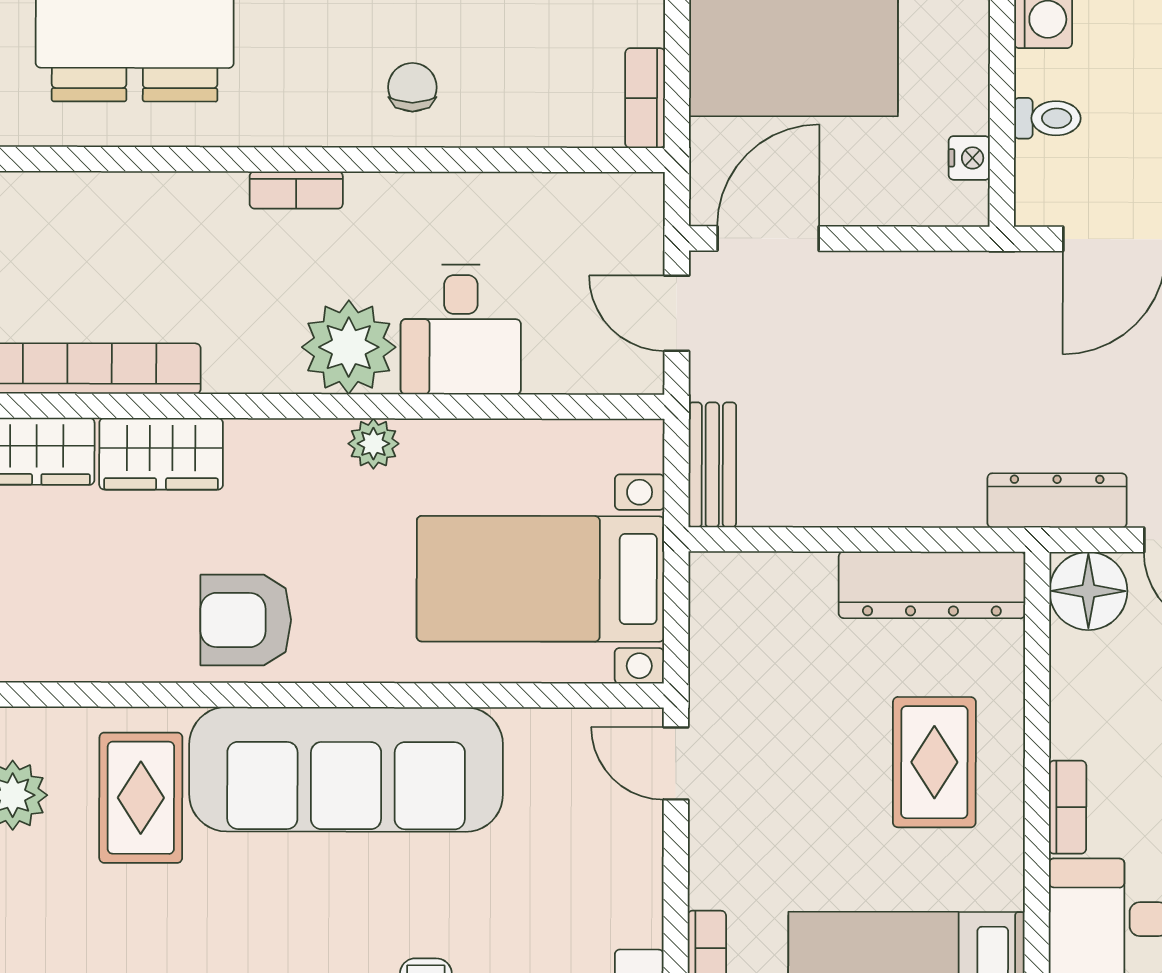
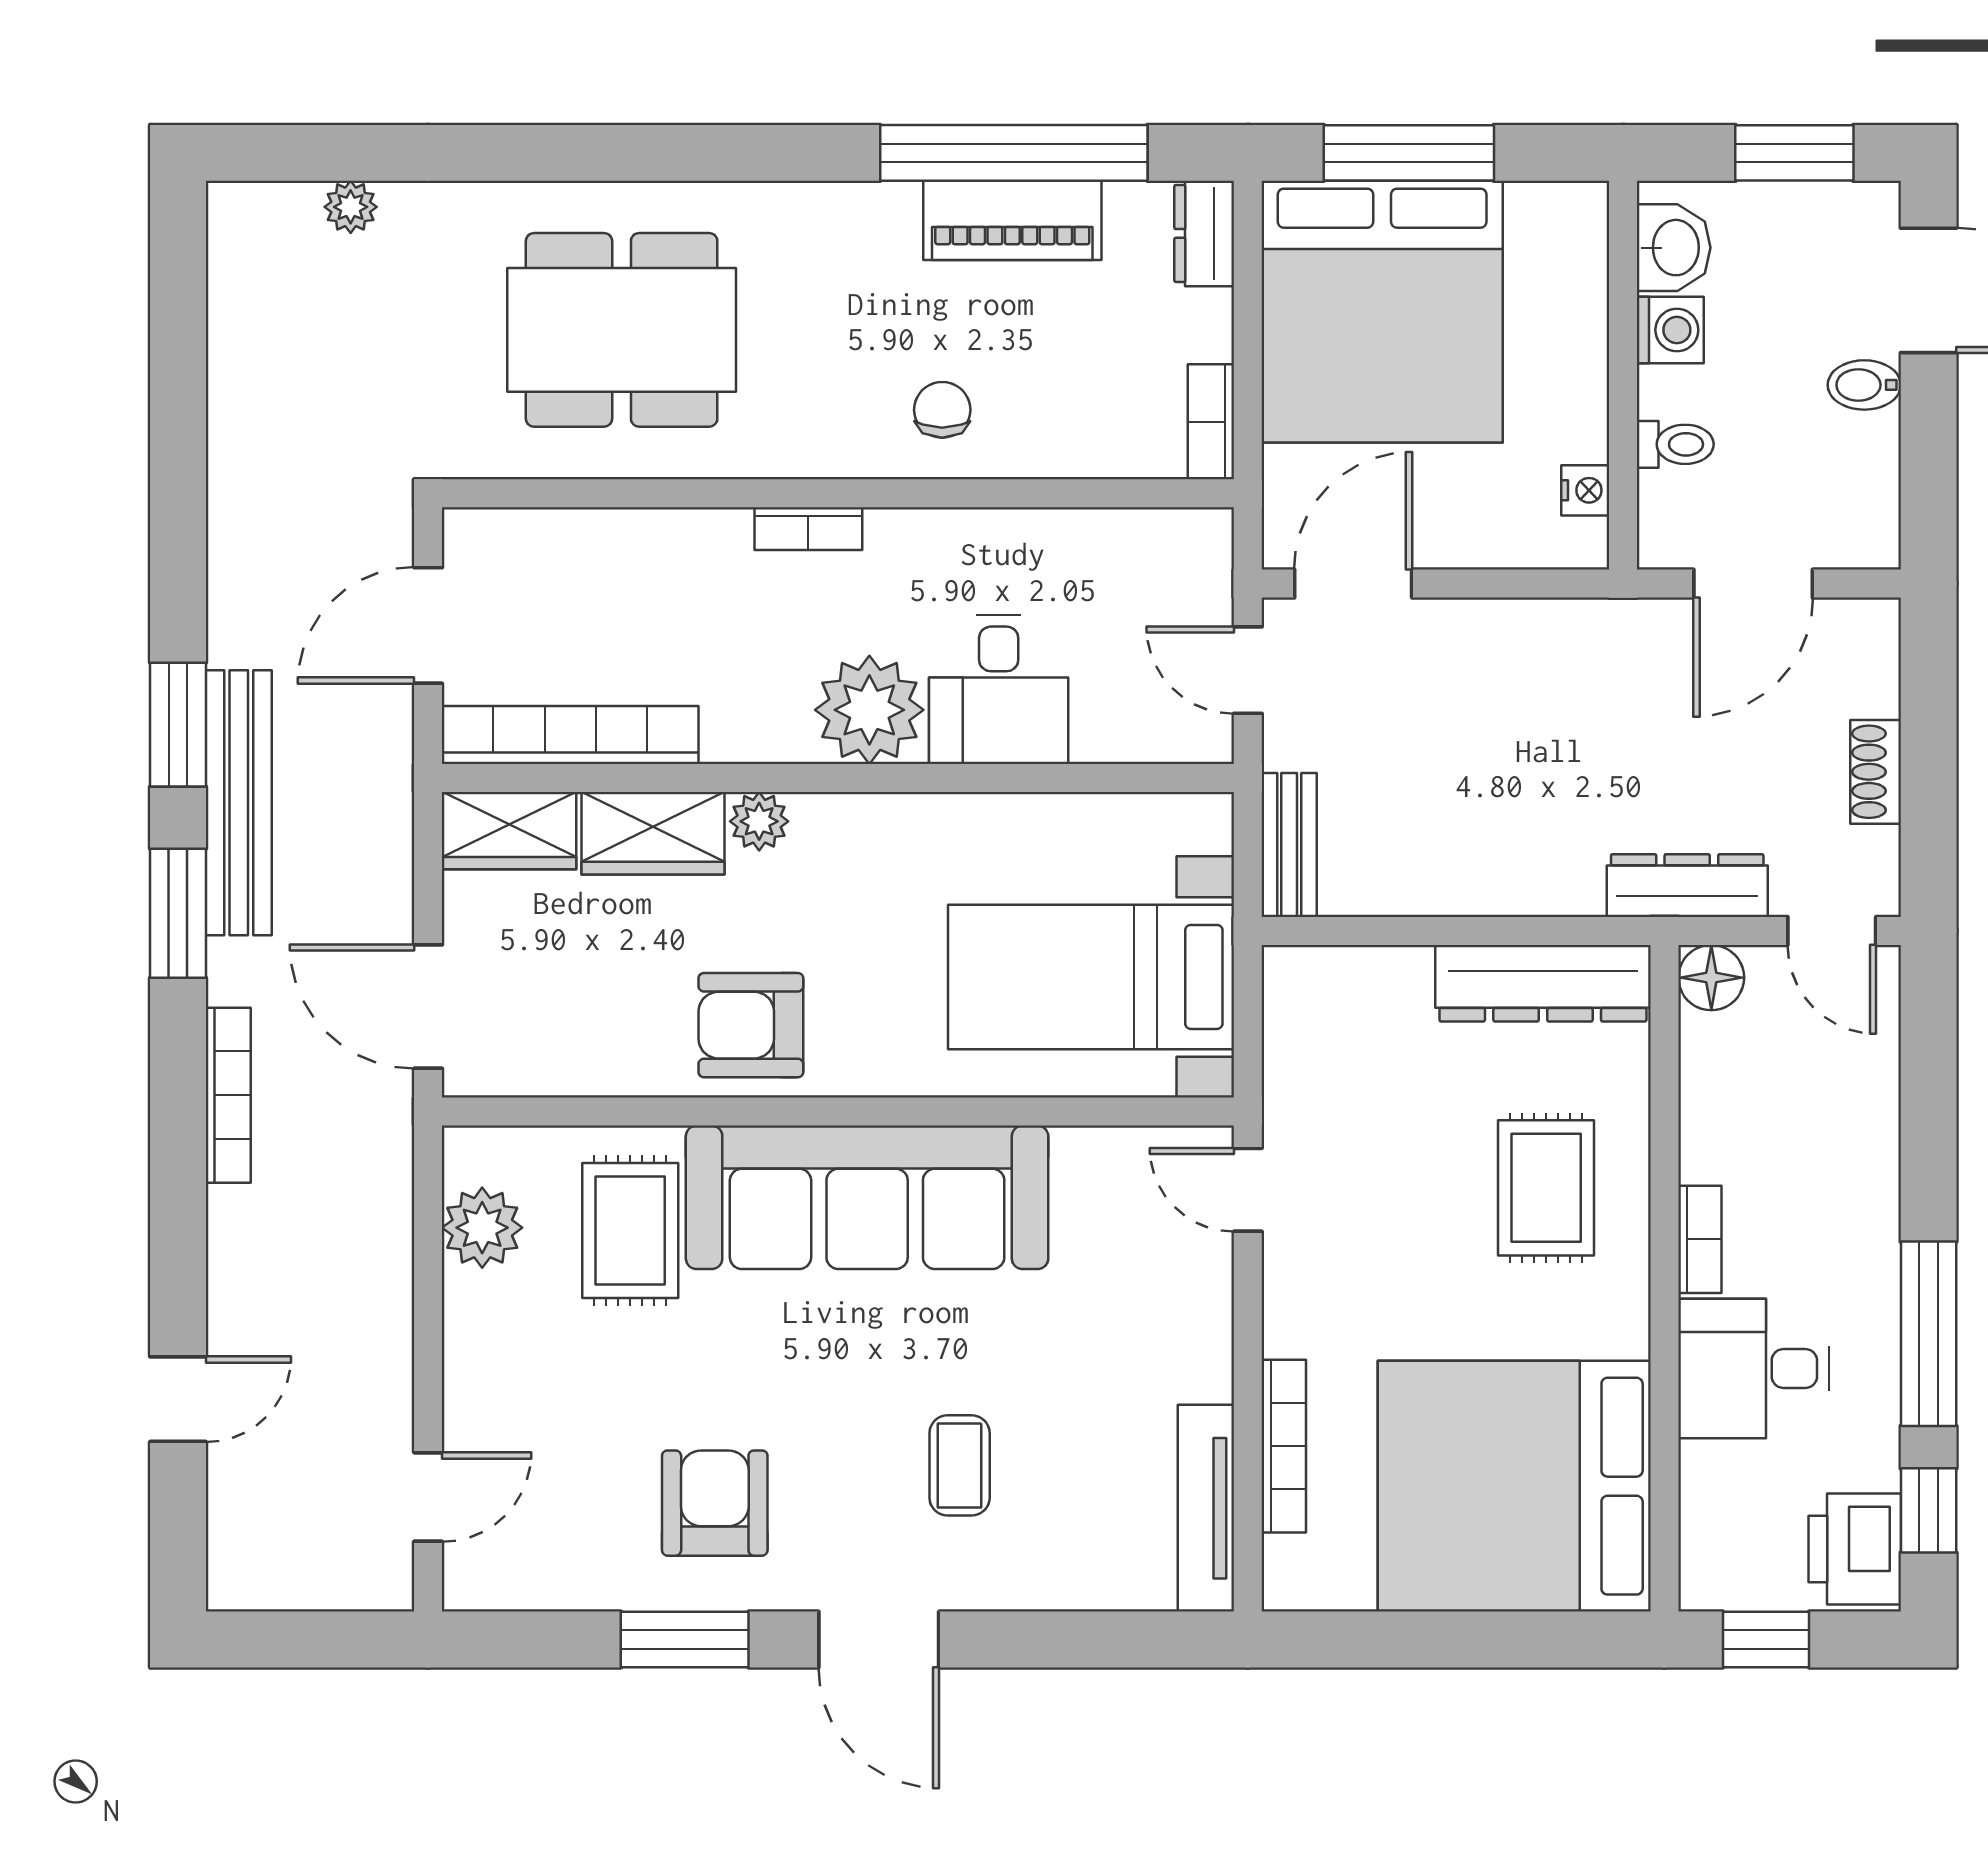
plant: (373, 444) -> (759, 821), moved
floor lamp: (1088, 591) -> (1711, 978), width x0.73, depth x0.73

